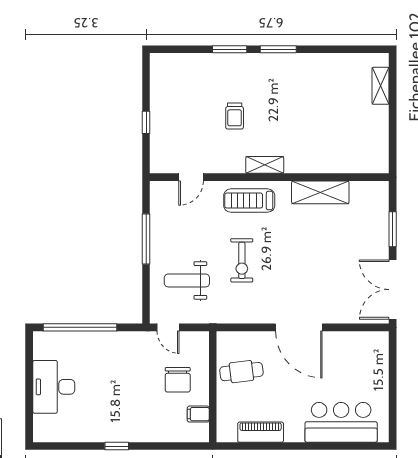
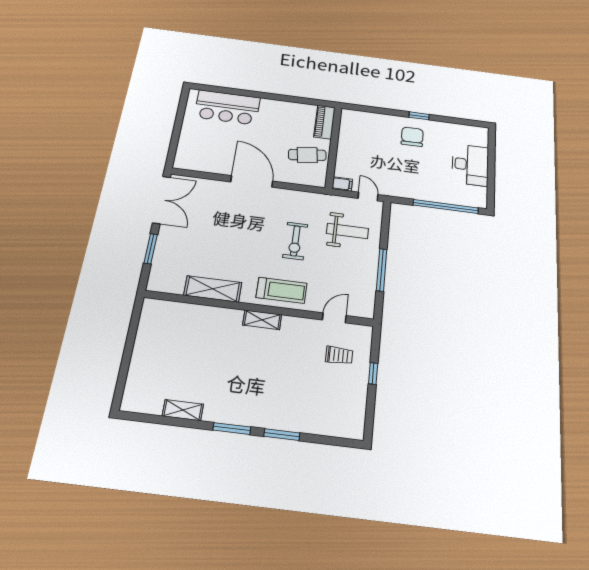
shelving: (380, 86) -> (183, 410), moved, turned 90
trolley: (235, 116) -> (339, 355), moved, turned 90
exercise bike: (242, 260) -> (295, 241), turned 180
chair: (178, 380) -> (412, 137), moved
filing cabinet: (198, 414) -> (342, 184), moved
piano: (261, 432) -> (325, 122), moved, turned 90

